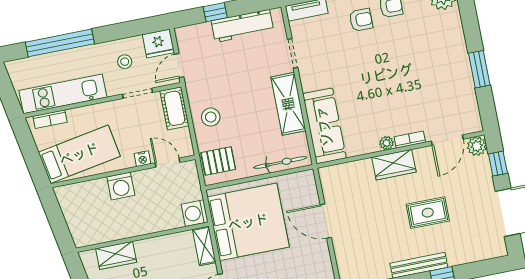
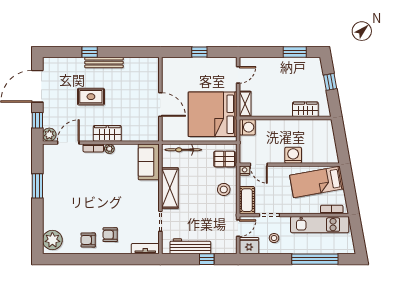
sofa: (324, 126) -> (149, 162), width x0.73
nightstand: (142, 159) -> (245, 171), moved

